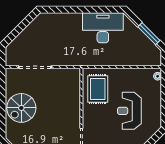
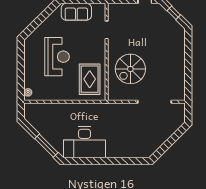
window: (149, 34) -> (46, 146), moved
spiral stairs: (21, 108) -> (130, 69), moved, turned 180

